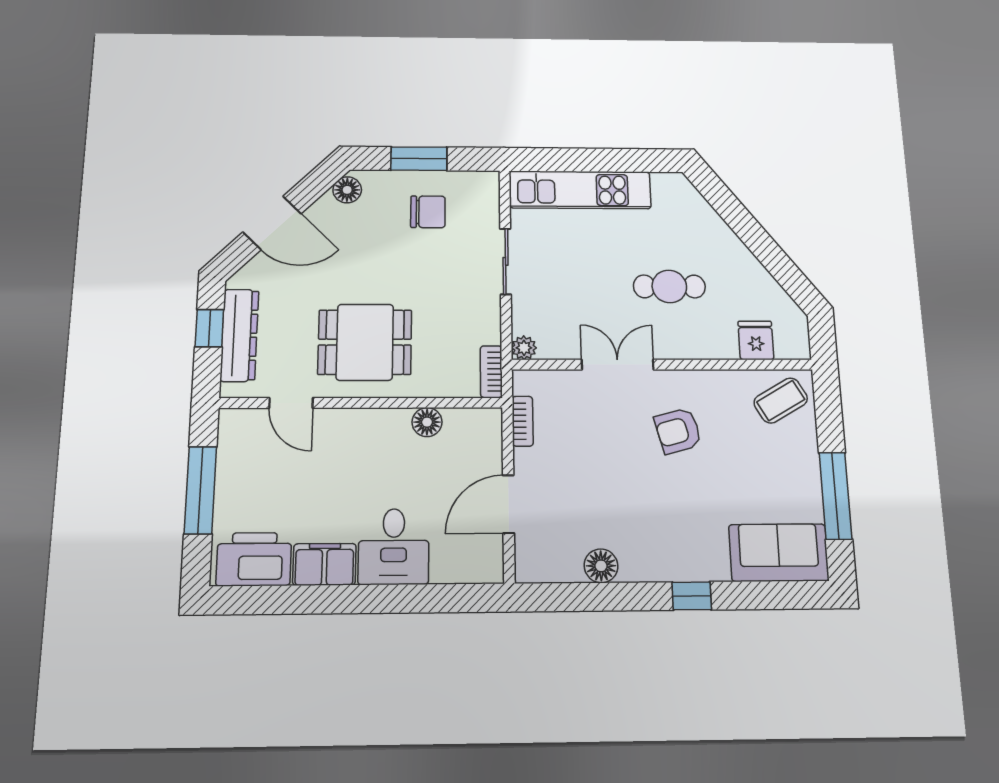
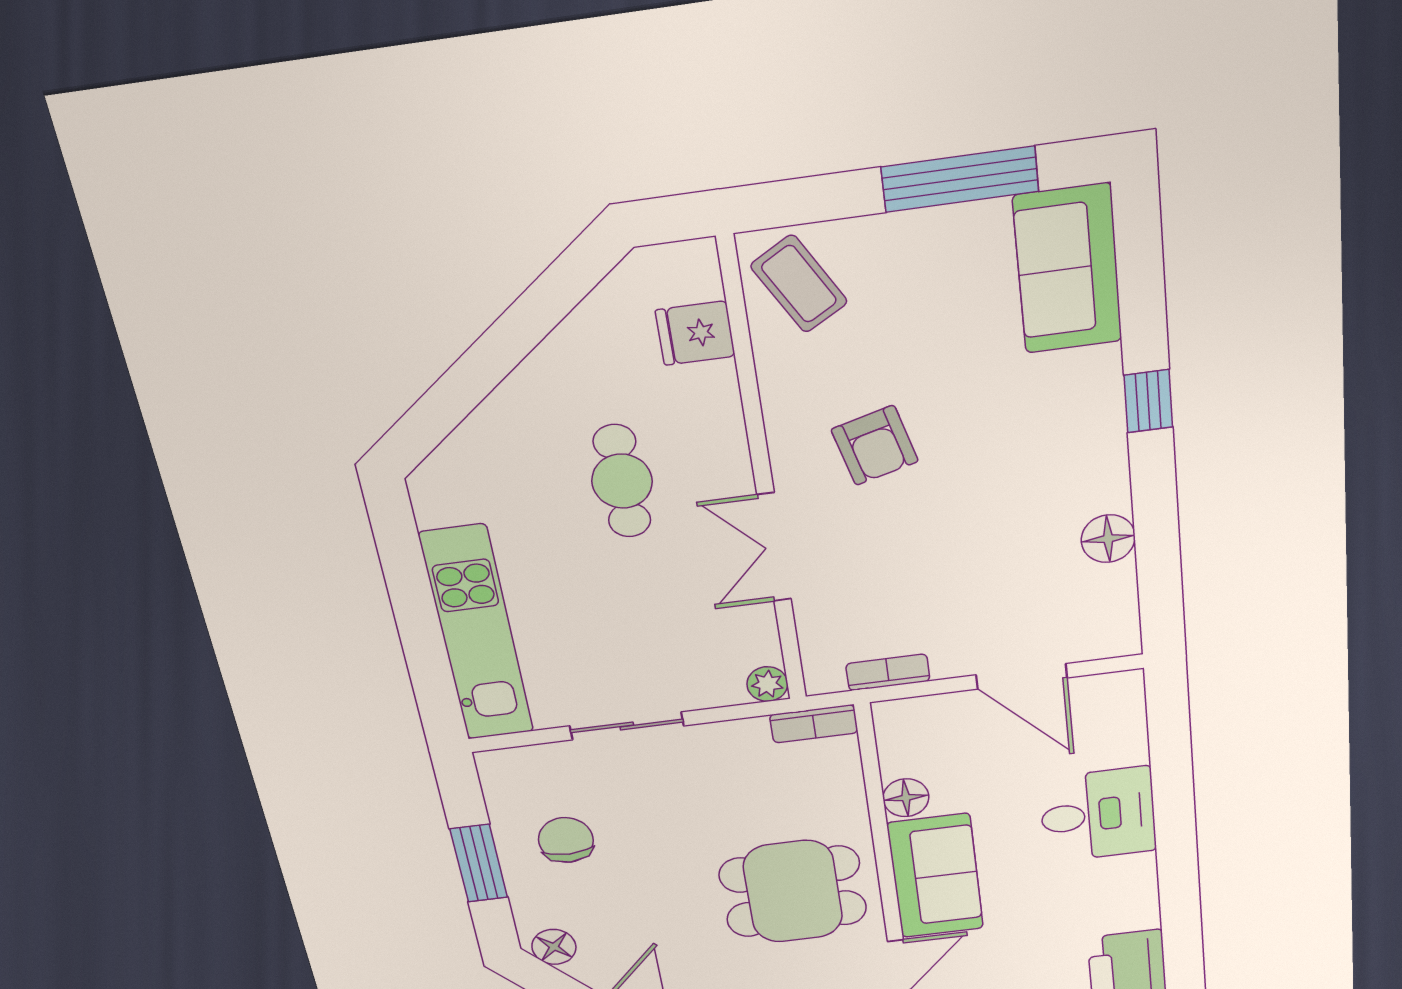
dining table: (365, 342) -> (793, 891), turned 90
sofa: (362, 435) -> (935, 876), added
filing cabinet: (324, 564) -> (1129, 893), removed

